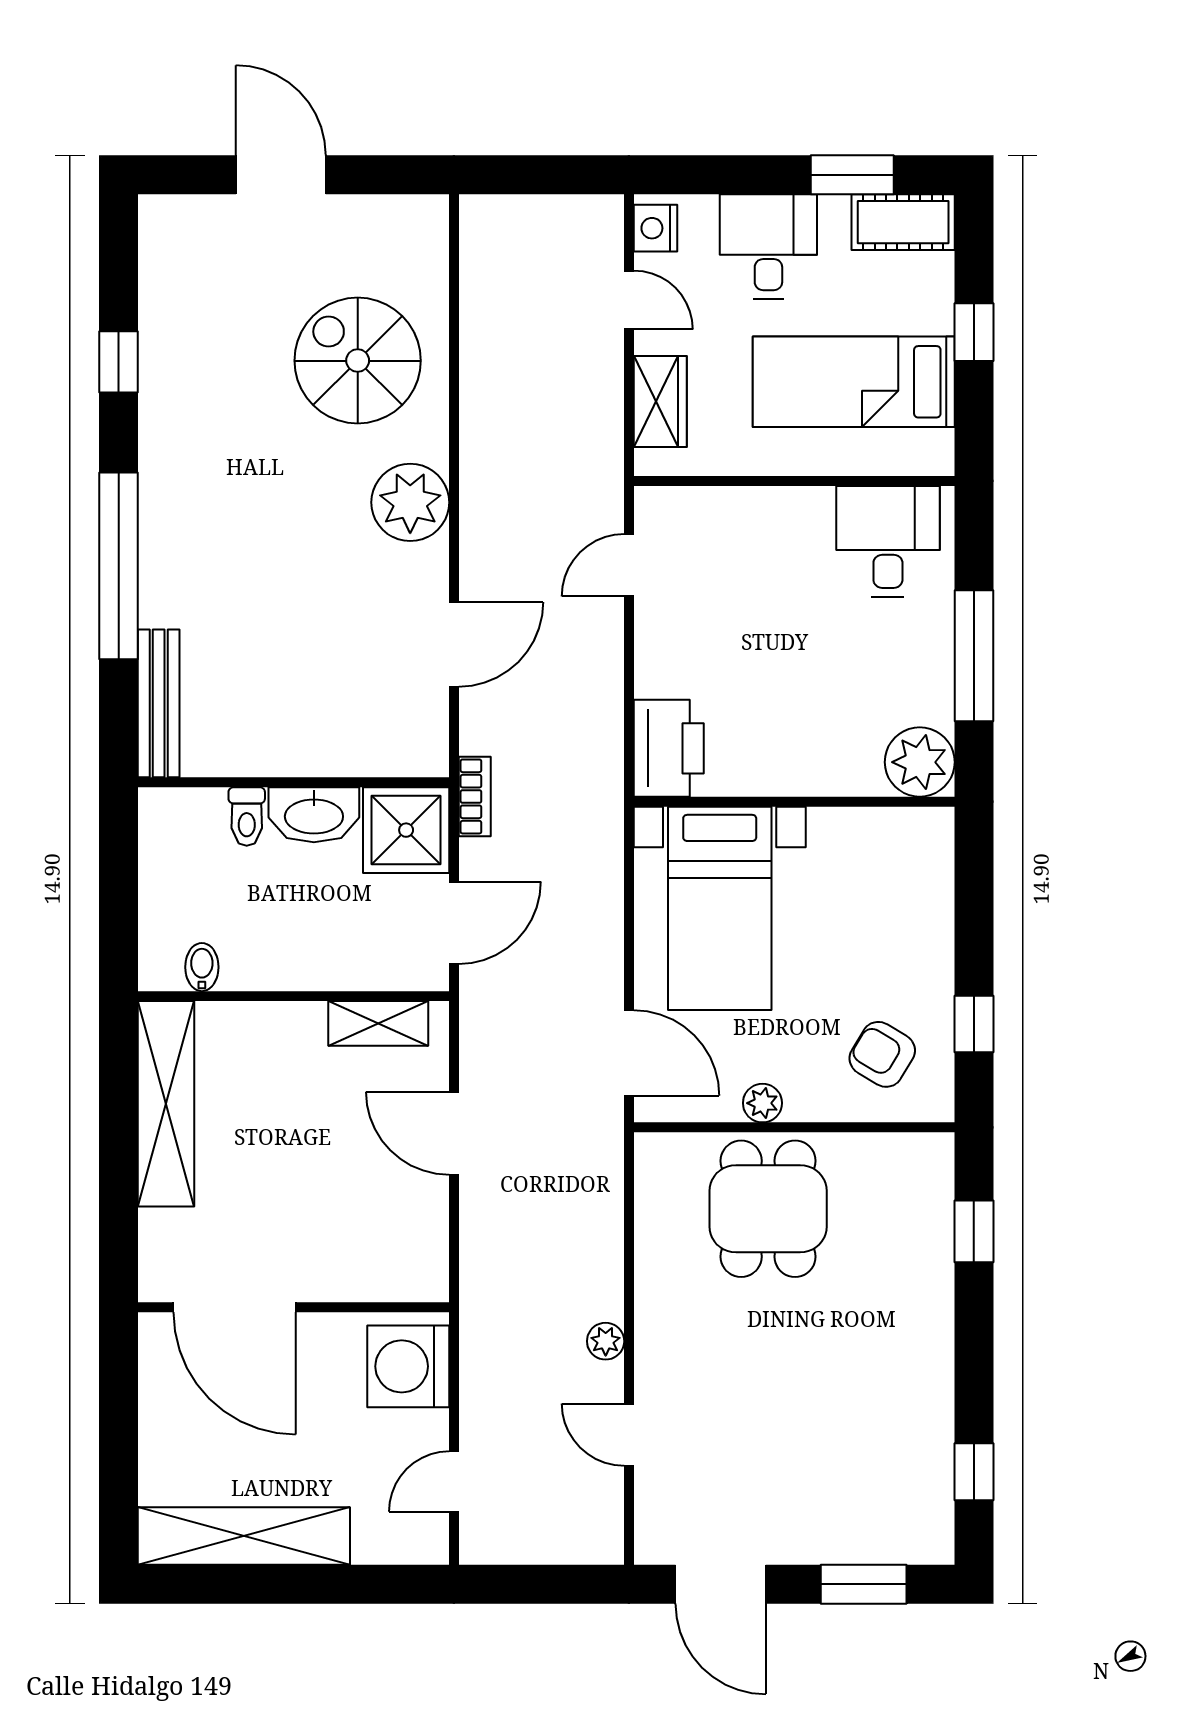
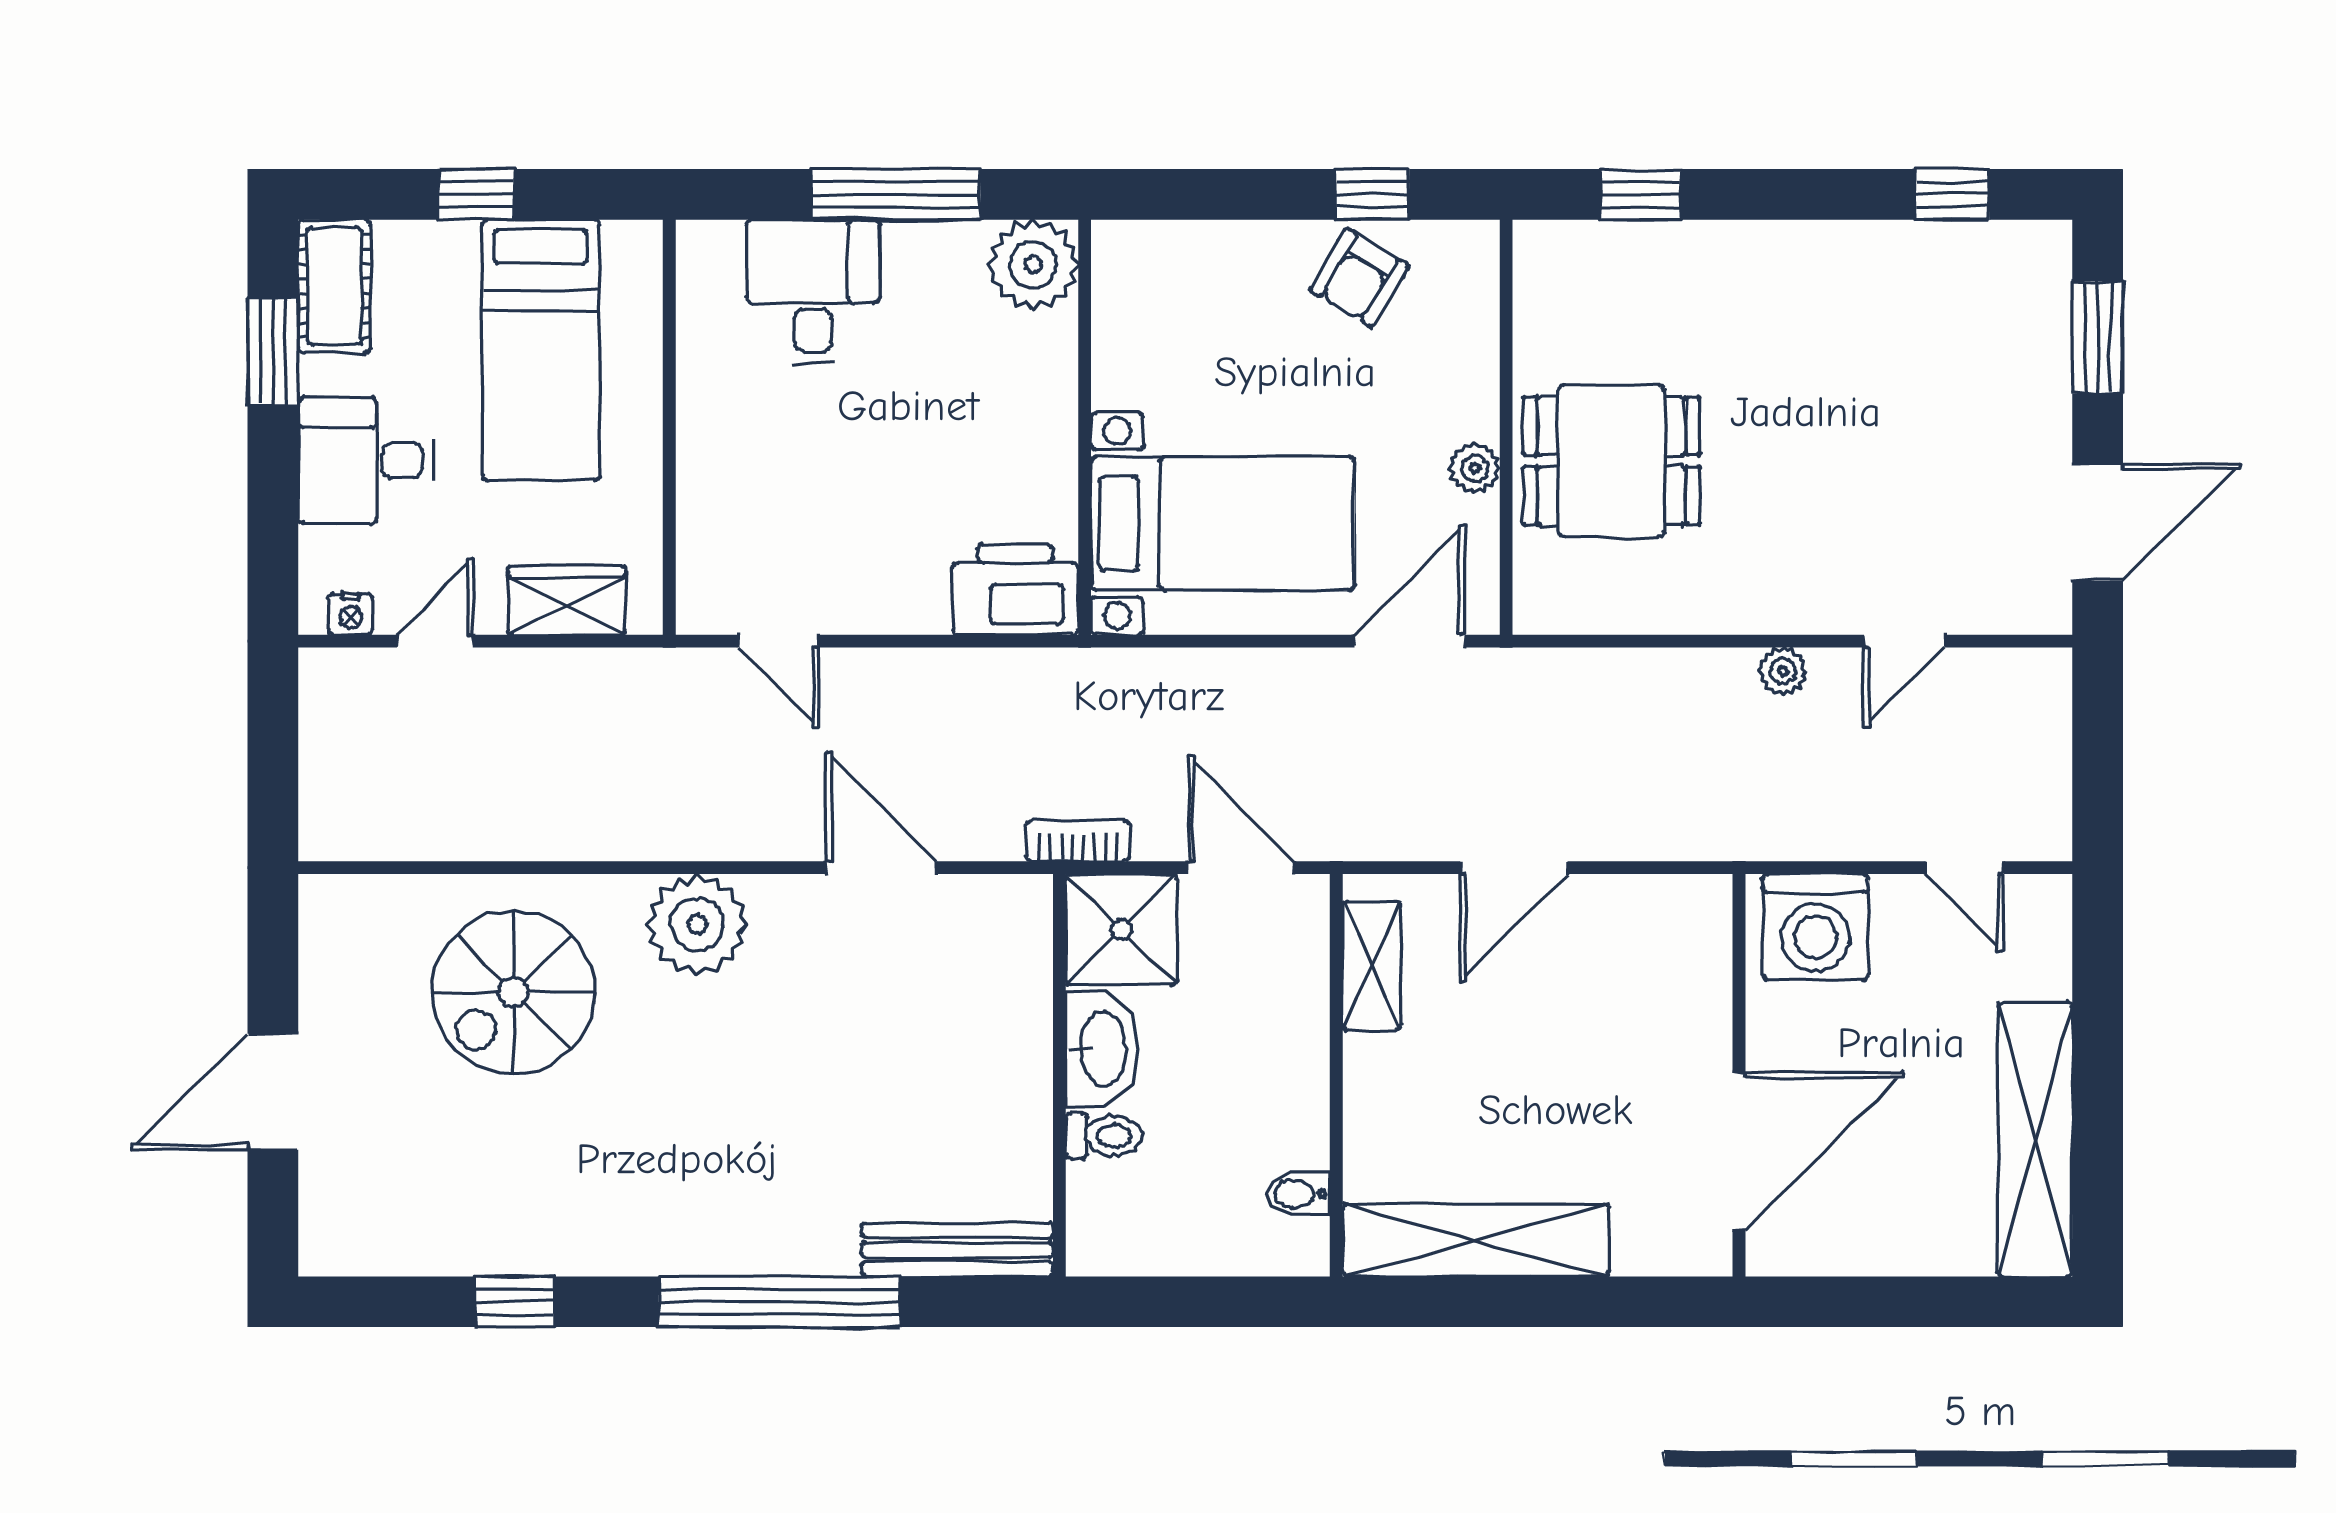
nightstand: (655, 228) -> (351, 614), width x0.72, depth x0.74
desk: (888, 541) -> (813, 291), moved, turned 90
armchair: (882, 1054) -> (1359, 278), moved

